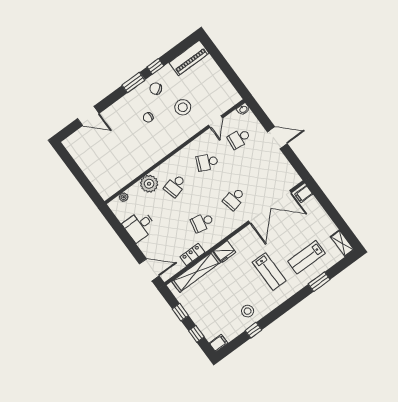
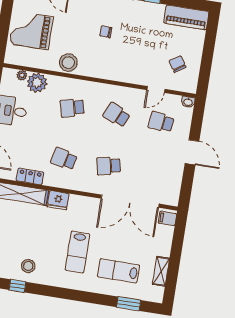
chair: (156, 89) -> (178, 64), moved
stool: (183, 107) -> (68, 63), moved
grand piano: (101, 163) -> (31, 30), added
plant: (149, 184) -> (37, 83), moved
shelving: (342, 243) -> (161, 271), moved
window: (319, 282) -> (129, 304), moved

